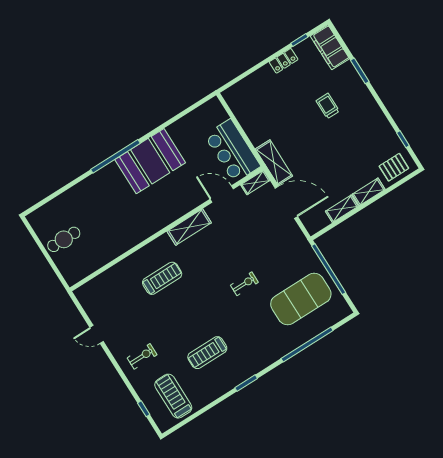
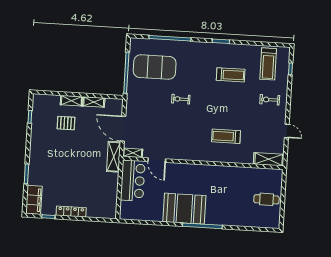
locker: (284, 61) -> (71, 212), width x1.53
trolley: (328, 106) -> (59, 167), removed
pallet: (394, 167) -> (66, 123), moved
shelving: (189, 227) -> (269, 159), moved

